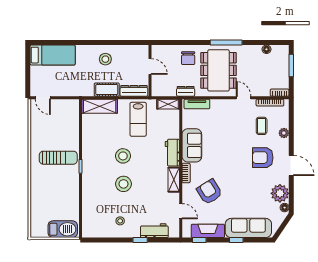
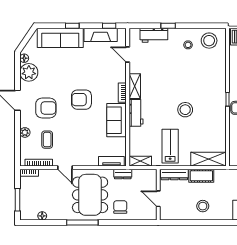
stool: (123, 184) -> (209, 41), moved
armchair: (209, 192) -> (81, 100), moved, turned 122

